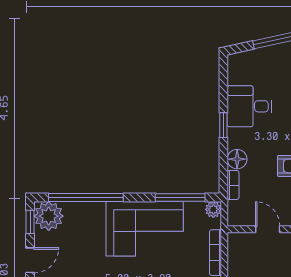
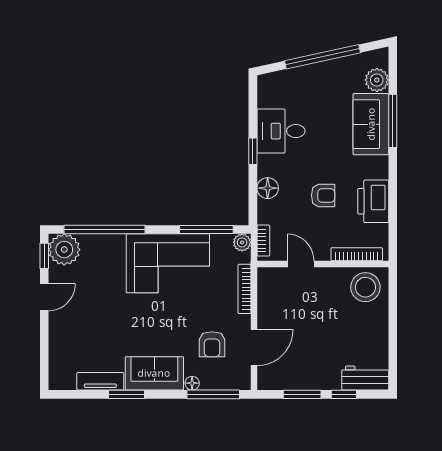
bookcase: (233, 185) -> (263, 241), moved

